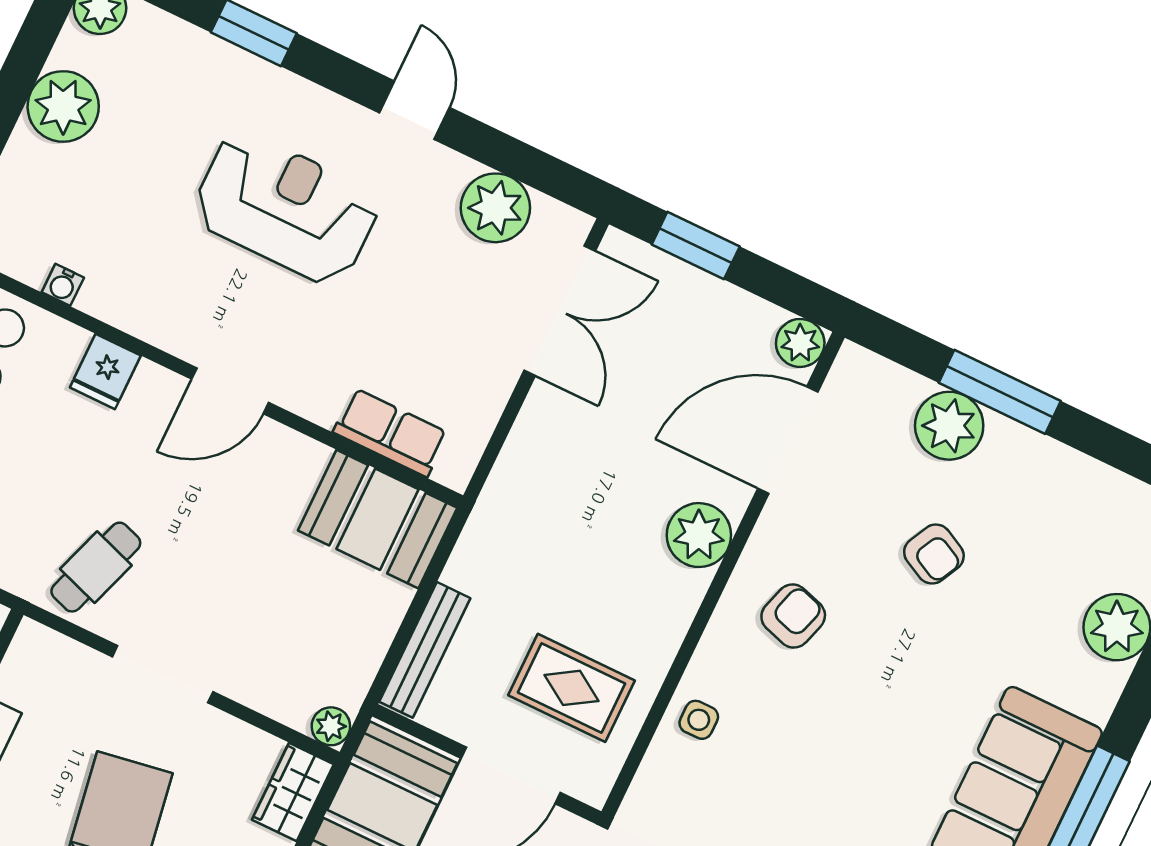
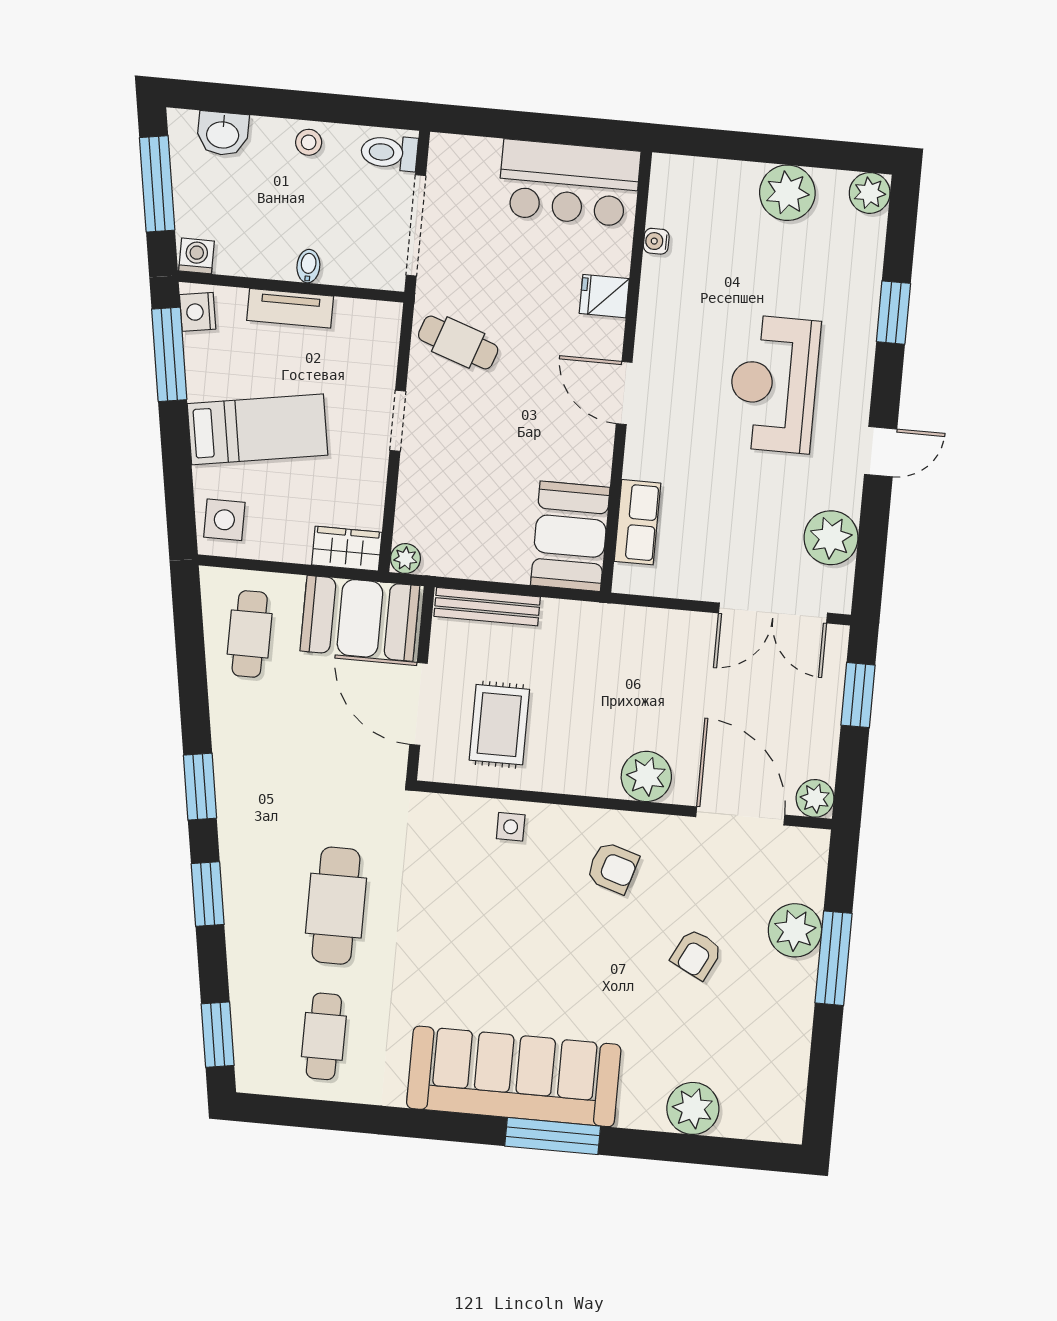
reception desk: (286, 208) -> (774, 384), turned 180
doorway: (163, 674) -> (398, 421), width x0.73

